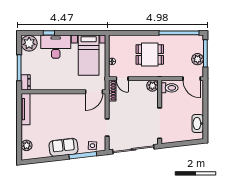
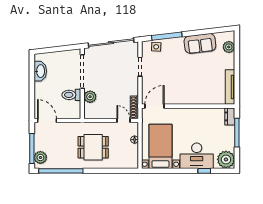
plant: (198, 59) -> (40, 157), moved
plant: (152, 86) -> (90, 97), moved
toilet: (169, 88) -> (71, 95), moved
sofa: (64, 147) -> (200, 43), moved

